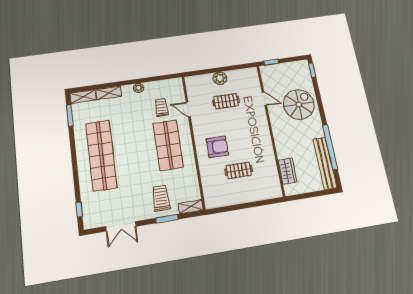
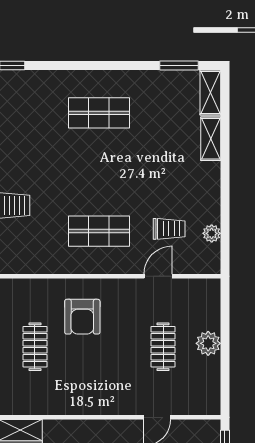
plant: (139, 88) -> (212, 233), moved
shop shelf: (168, 145) -> (99, 231), width x0.70, depth x0.74
shop shelf: (101, 155) -> (99, 113), width x0.50, depth x0.74

